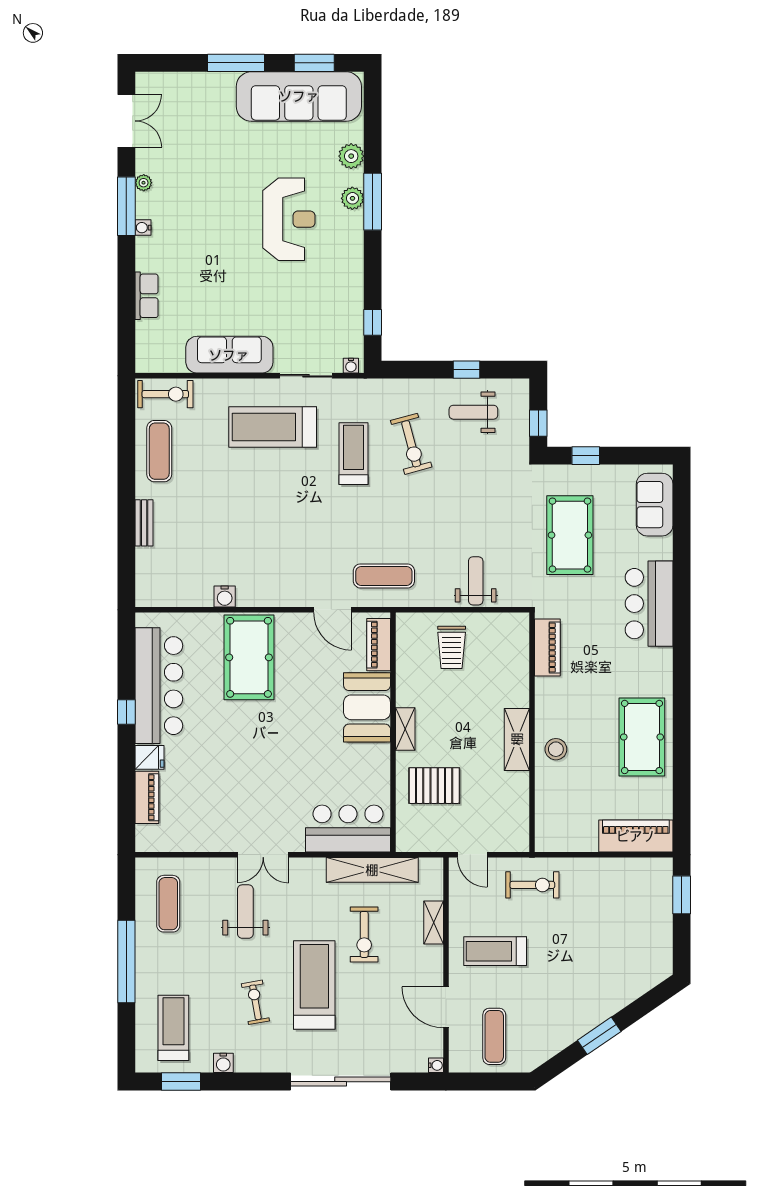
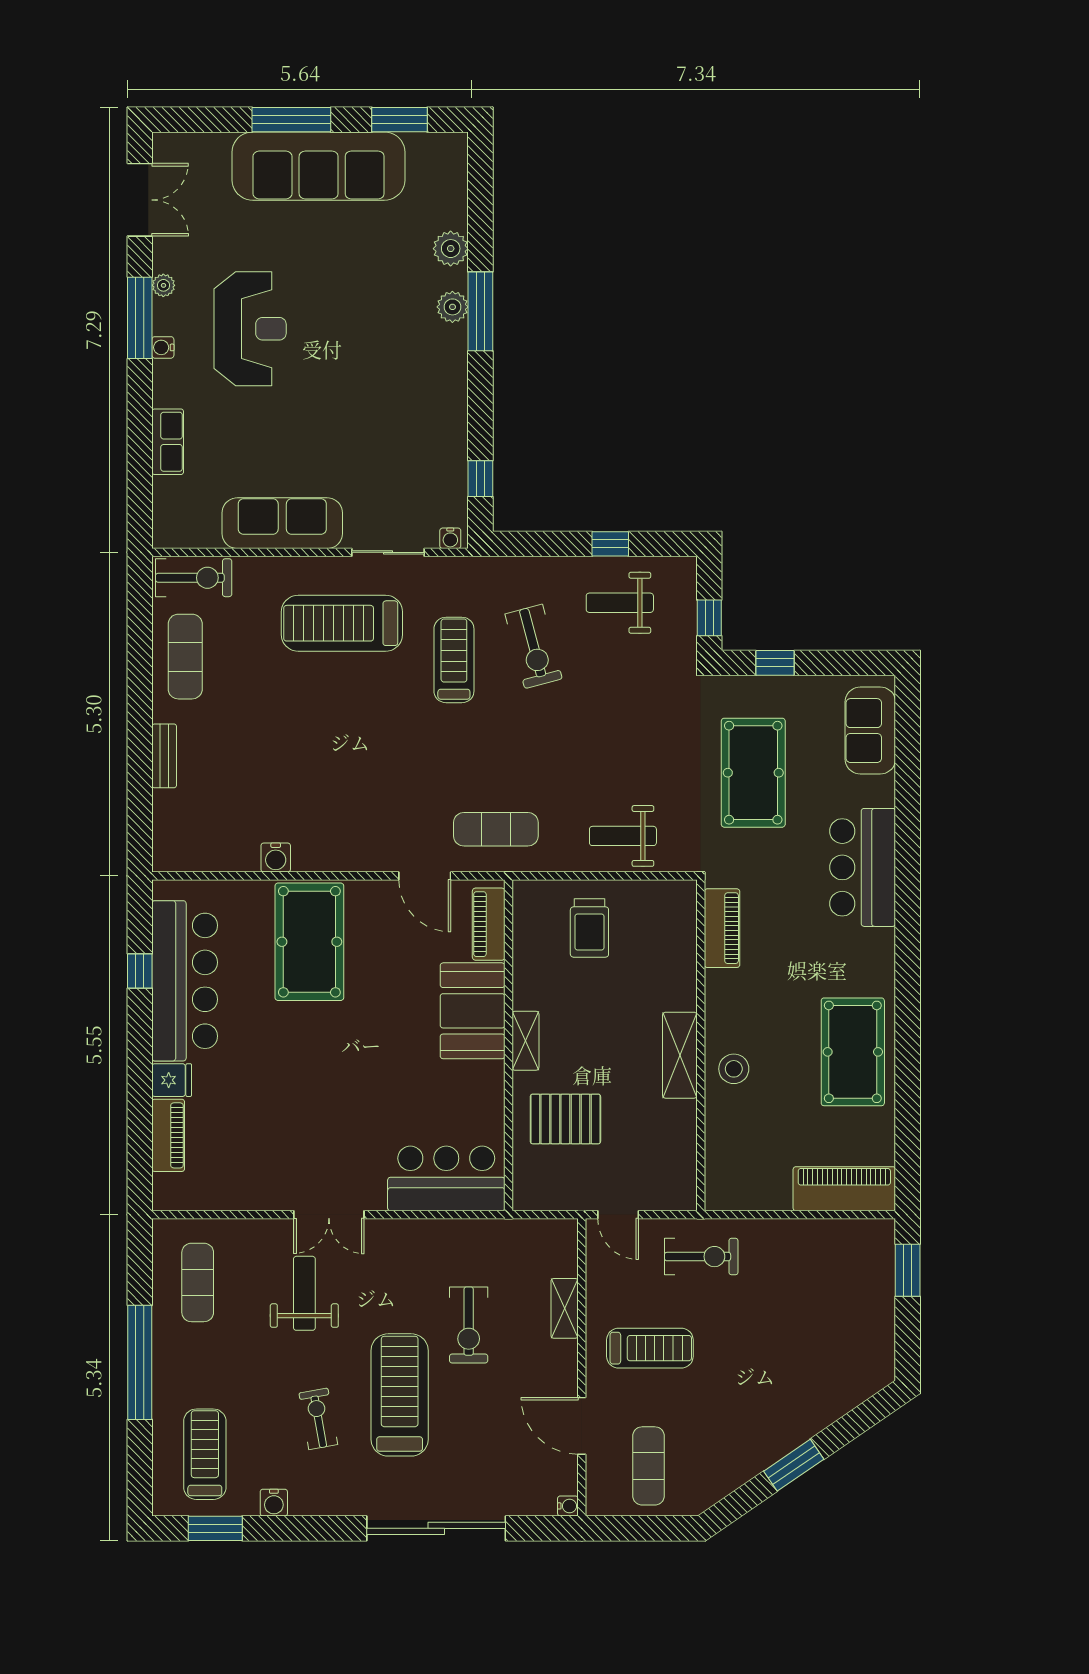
sofa: (299, 96) -> (319, 166), moved
reception desk: (289, 219) -> (250, 329), moved
weight bench: (476, 581) -> (623, 836), turned -90
window: (126, 712) -> (140, 971), moved
shelving: (372, 870) -> (480, 1236), removed
treadmill: (495, 951) -> (650, 1348), turned 180

